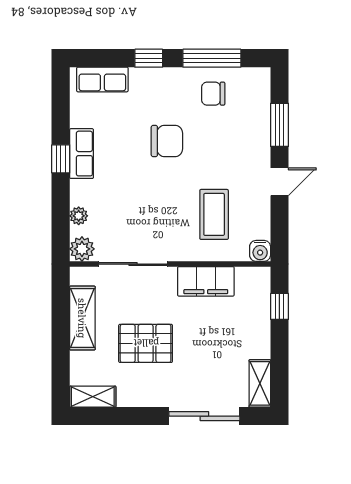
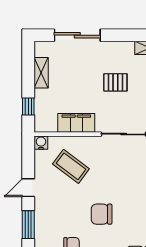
coffee table: (214, 214) -> (71, 166), turned -53
pallet: (146, 343) -> (115, 82), width x0.67, depth x0.71
shelving: (260, 383) -> (41, 73), moved

